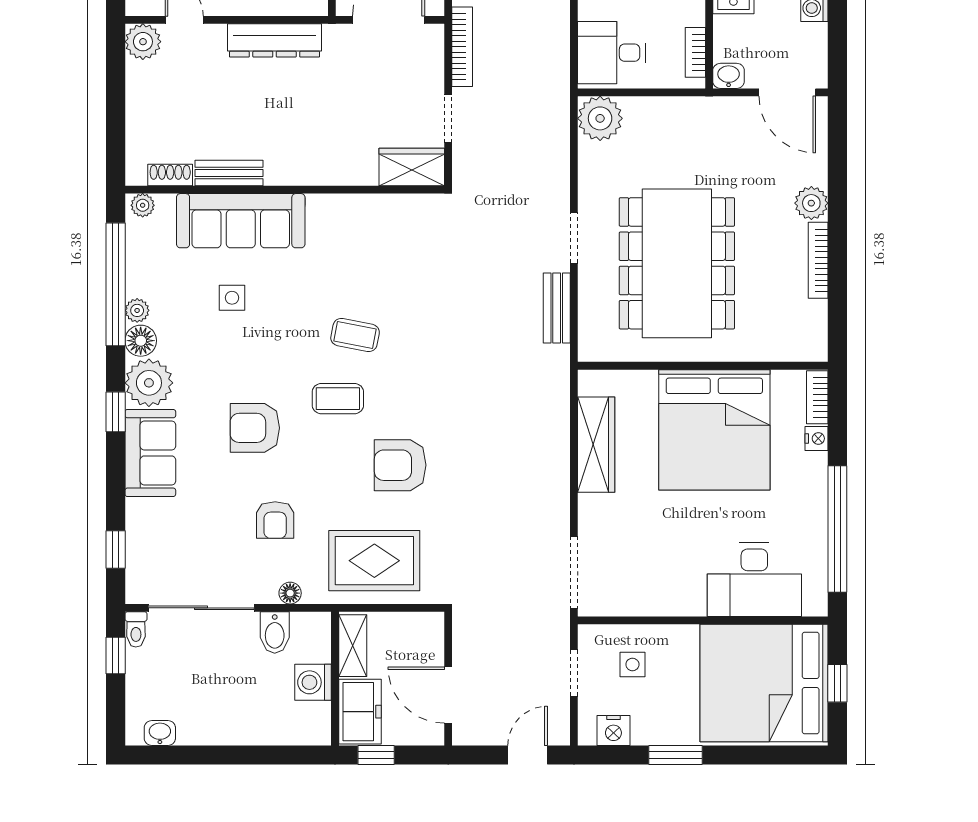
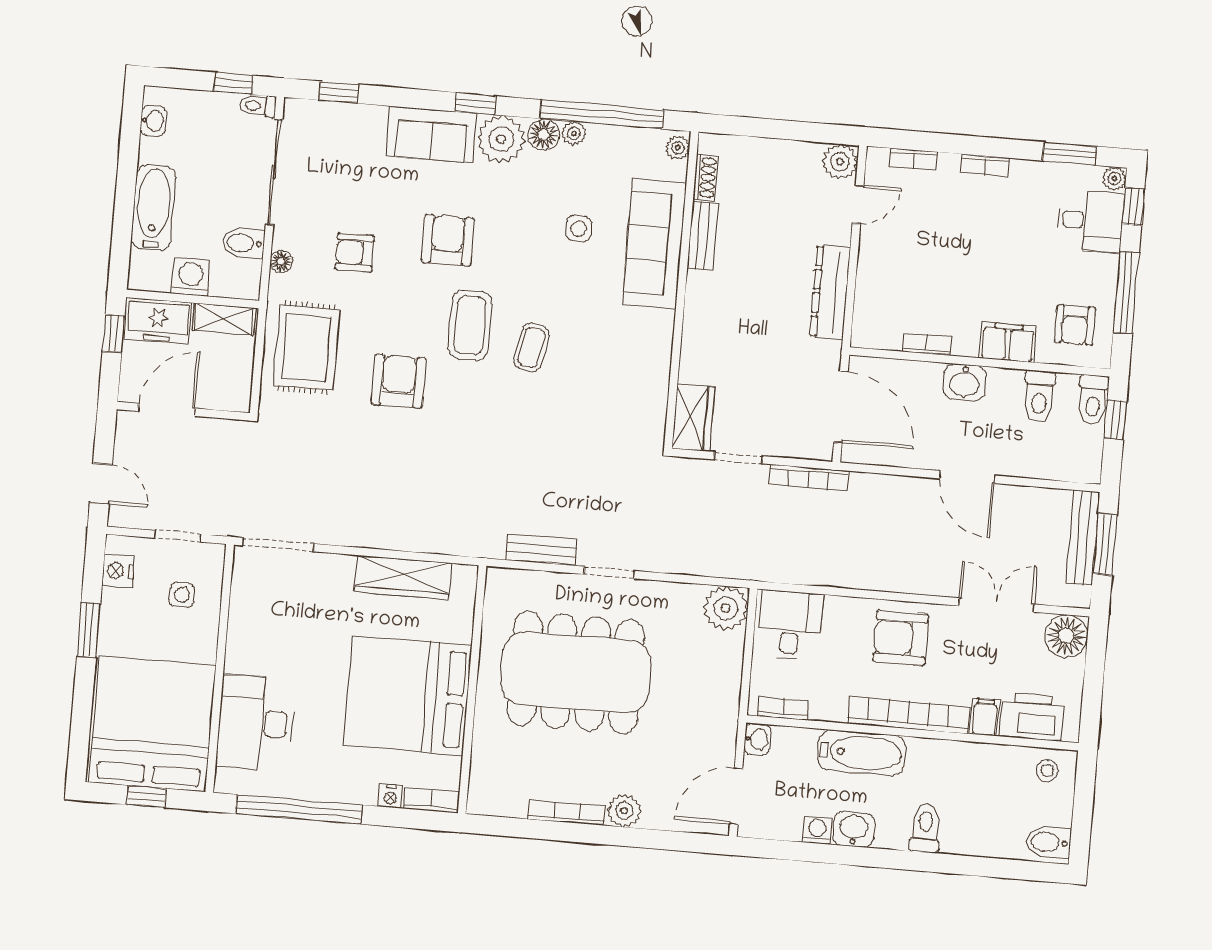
coffee table: (338, 399) -> (470, 325), width x1.36, depth x1.30
bathtub: (247, 725) -> (154, 208), added

